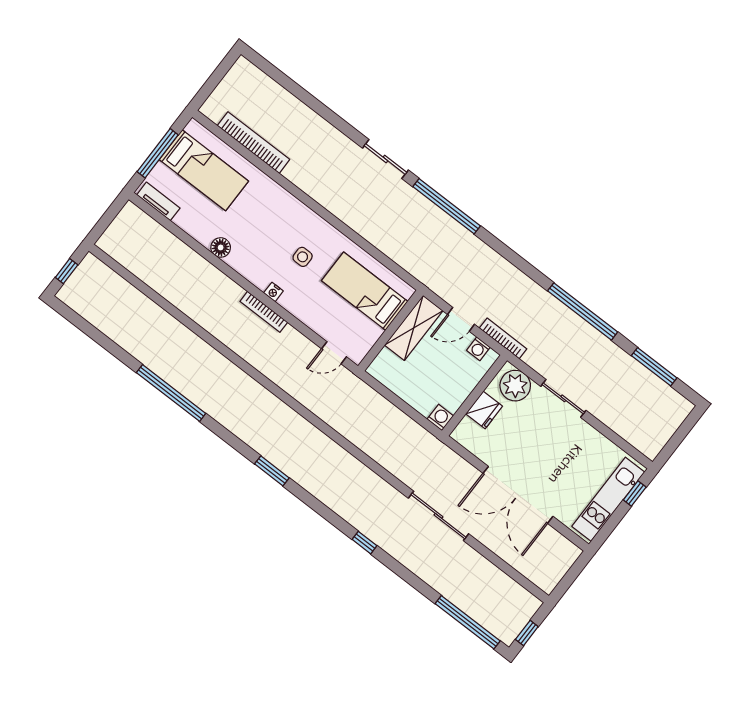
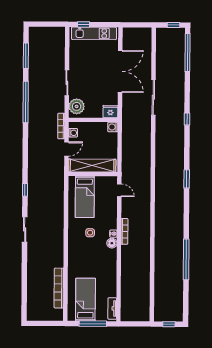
window: (447, 206) -> (25, 190), width x0.32
floor lamp: (221, 247) -> (112, 243), moved
door: (461, 319) -> (66, 149), hinge flipped
shelving: (414, 328) -> (92, 166), width x1.47
window: (171, 393) -> (186, 259), moved
fridge: (484, 410) -> (110, 112), moved

